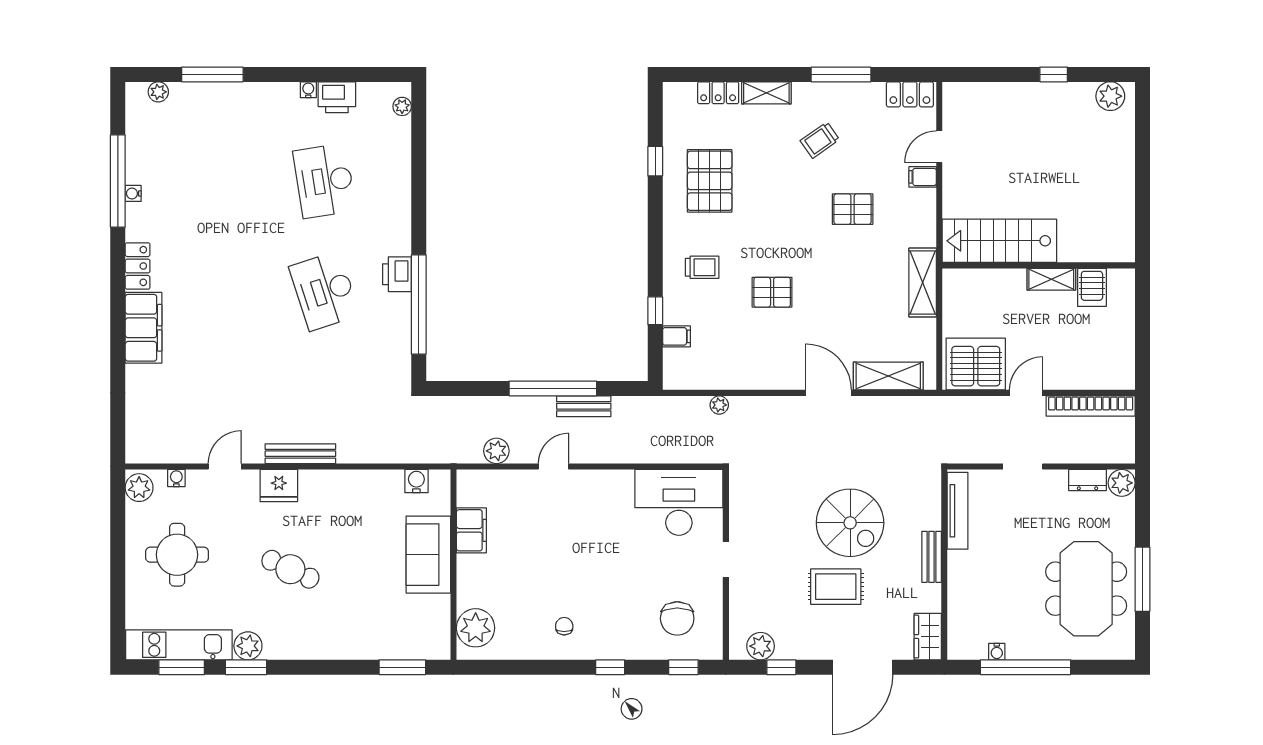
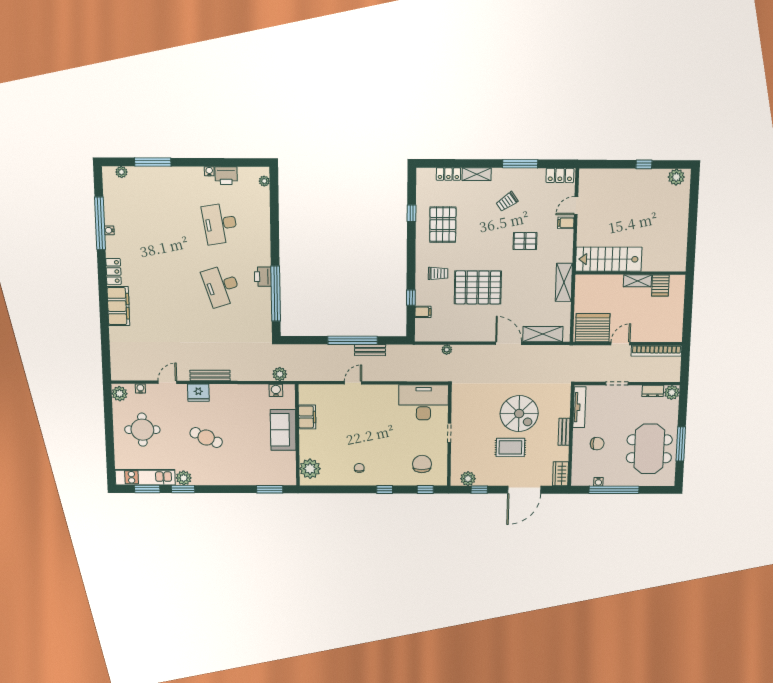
pallet: (772, 292) -> (478, 287), width x2.05, depth x2.00
plant: (496, 451) -> (280, 374), moved
chair: (992, 579) -> (597, 444), added
chair: (677, 618) -> (422, 464), turned 180

